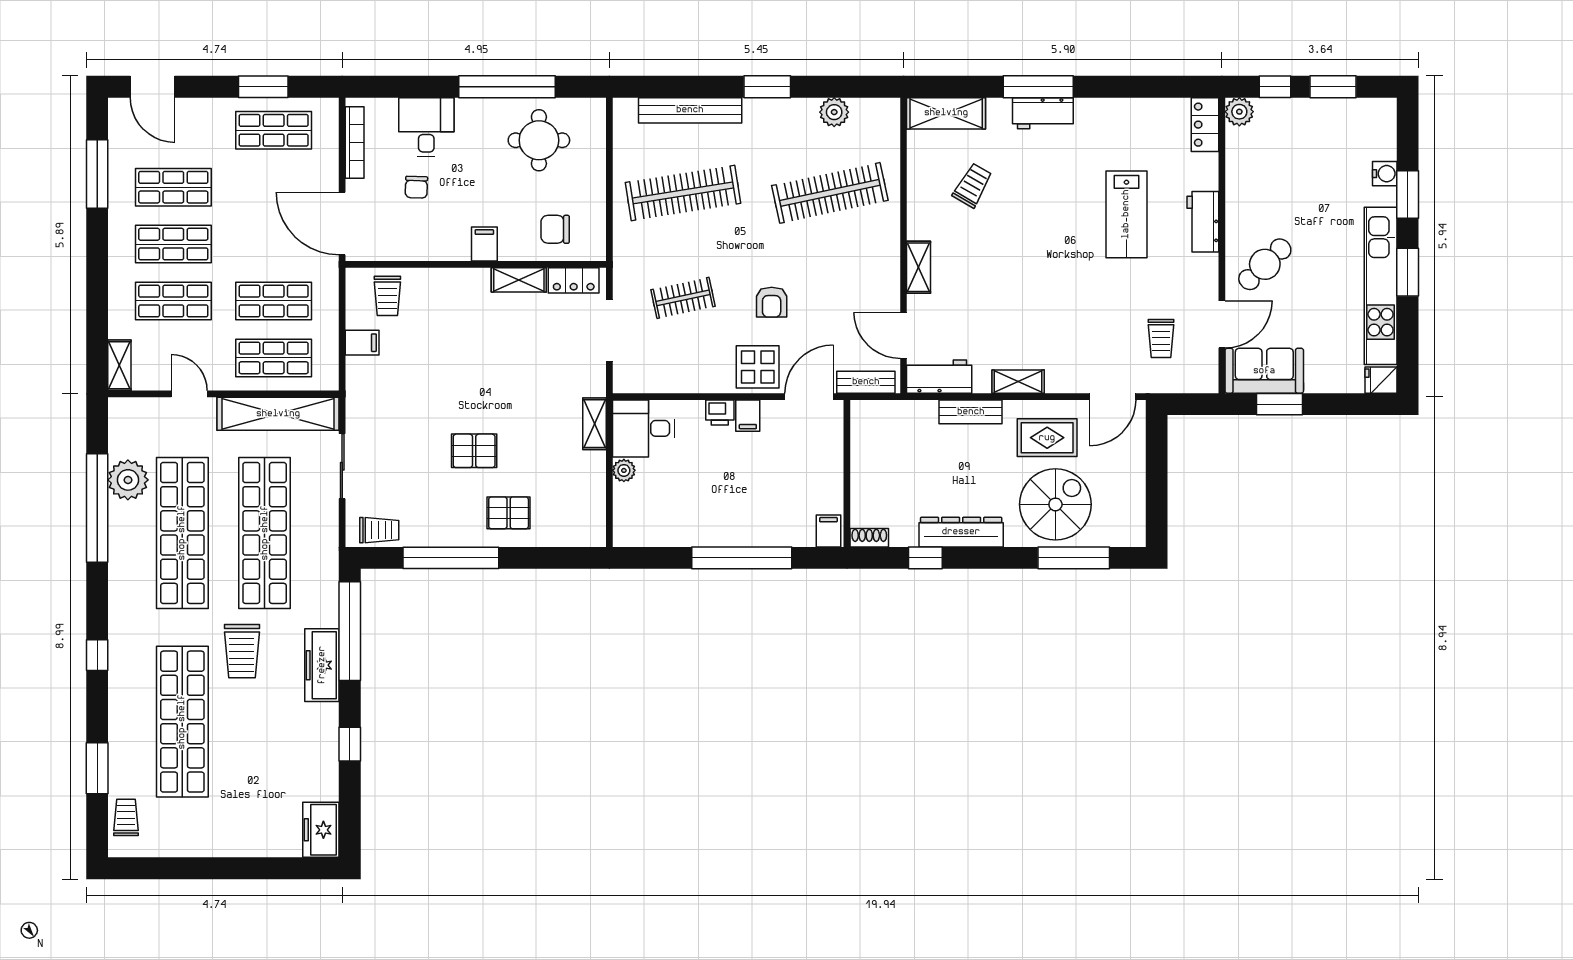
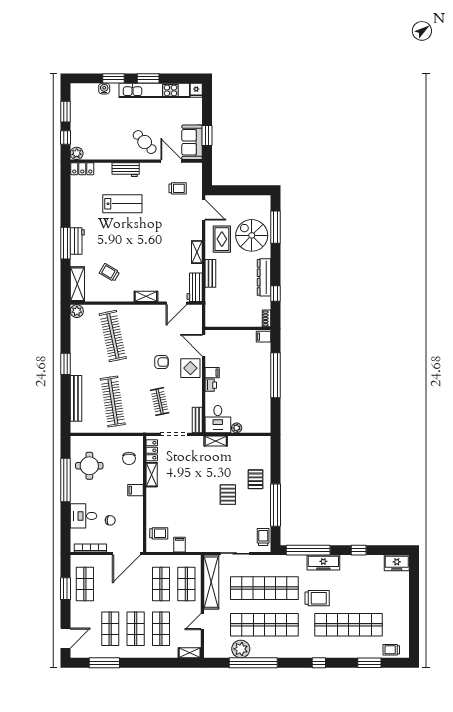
plant: (834, 112) -> (77, 311), moved
bench: (866, 382) -> (197, 420), moved

